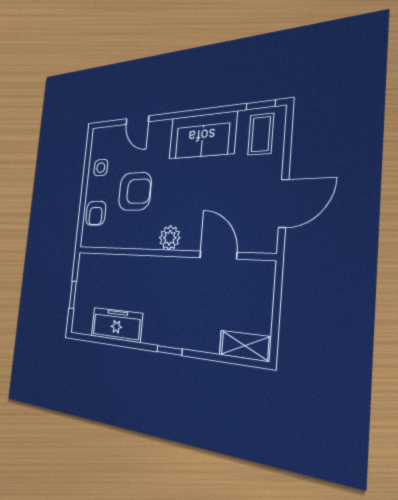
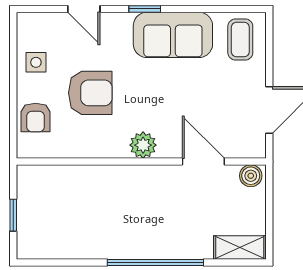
window: (261, 105) -> (145, 9), moved
boiler: (261, 271) -> (251, 176), added
freezer: (117, 325) -> (83, 243), removed
window: (170, 350) -> (155, 262), width x3.17

